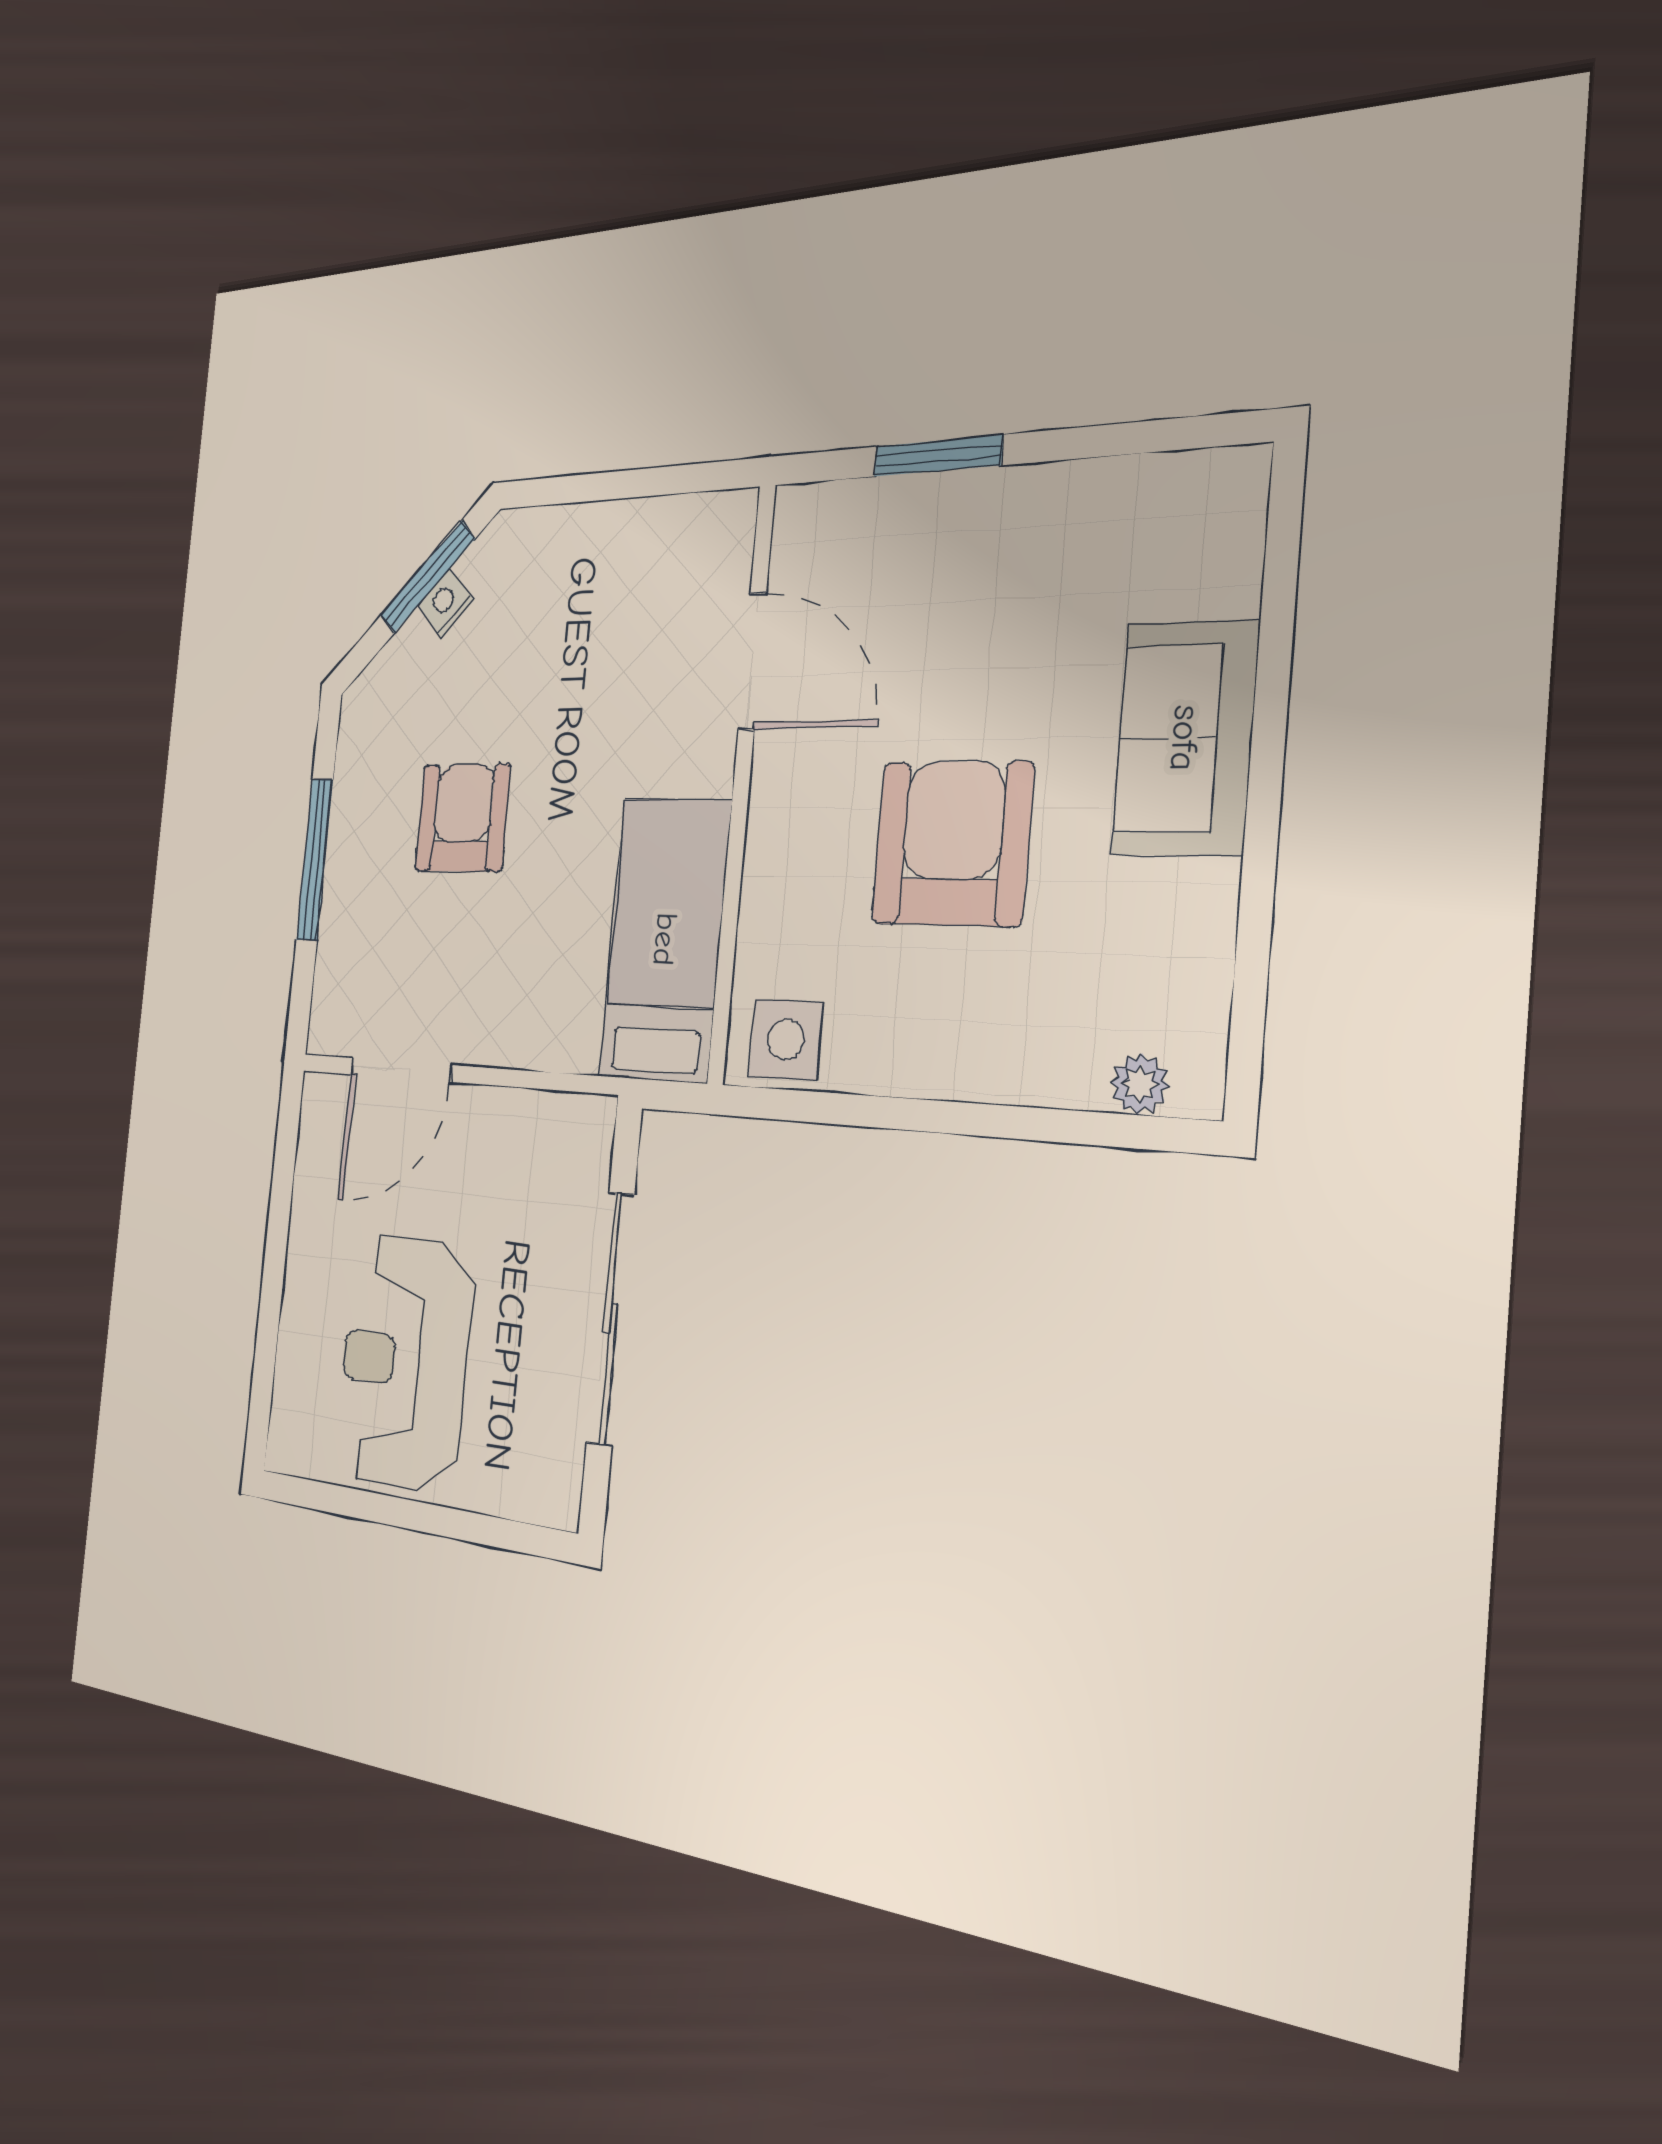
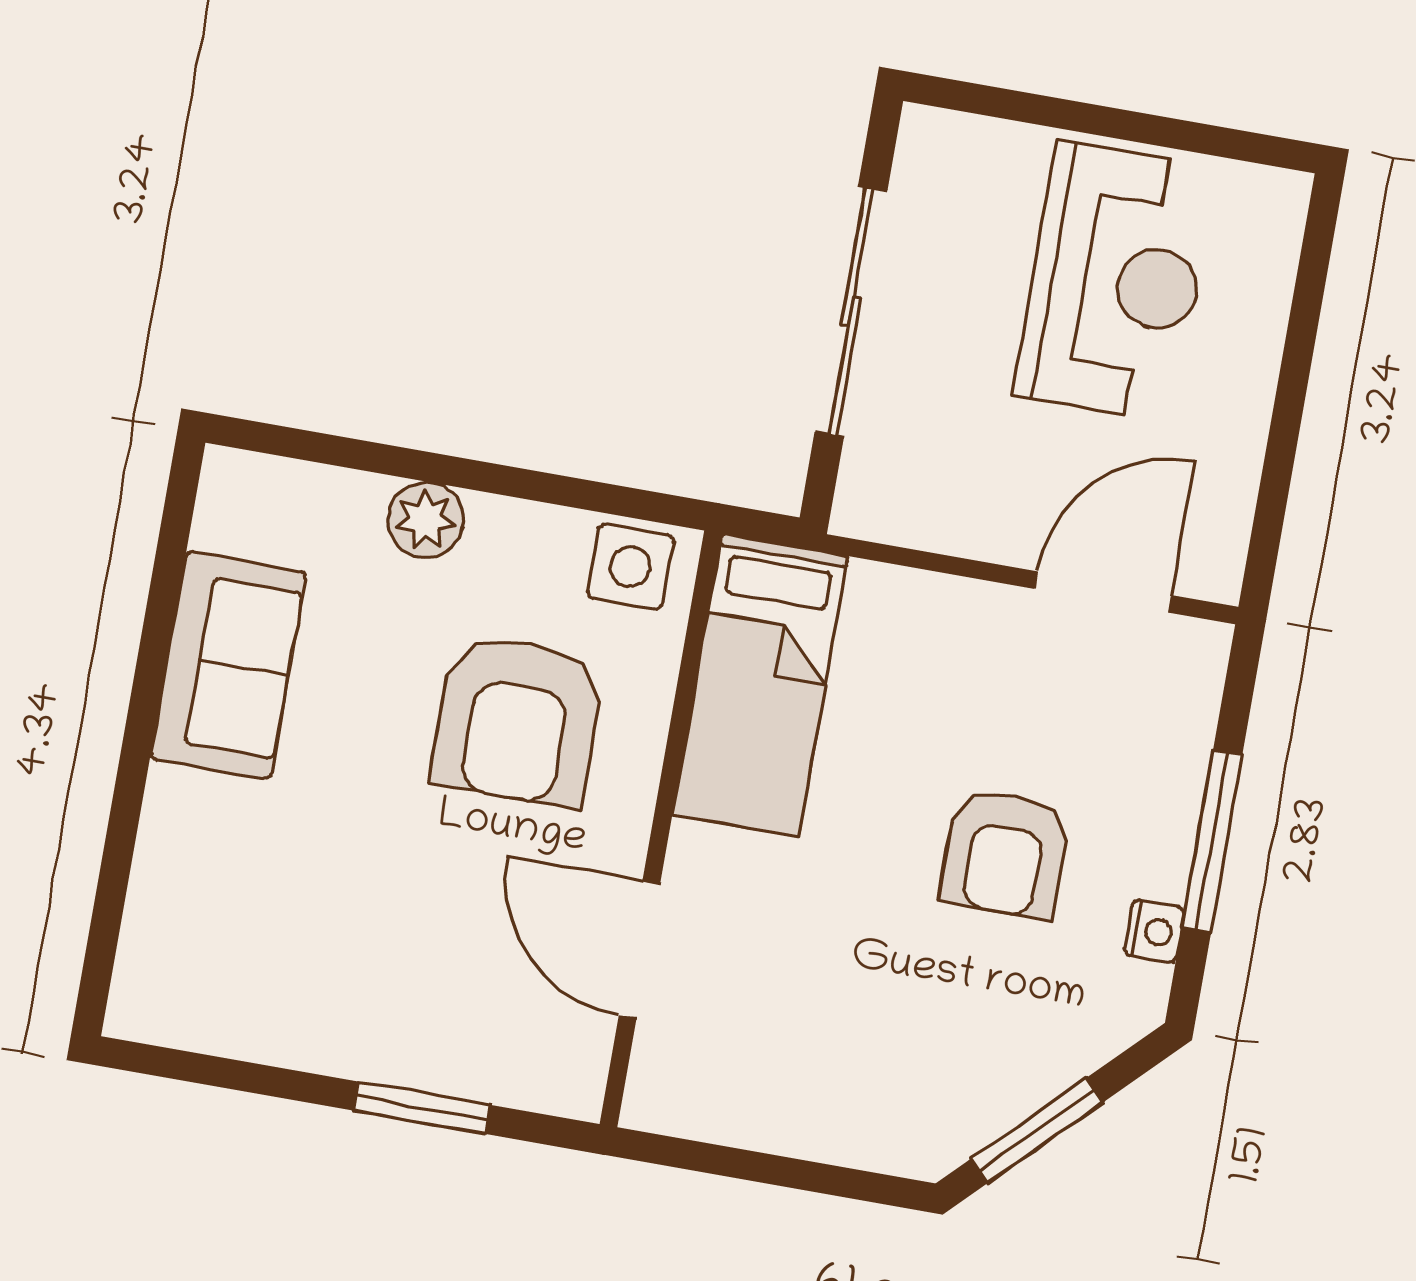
nightstand: (445, 603) -> (1154, 932), moved, turned -45
sofa: (1185, 738) -> (228, 665), moved
armchair: (952, 843) -> (518, 720), moved
plant: (1140, 1084) -> (425, 520), moved, width x1.38, depth x1.38

